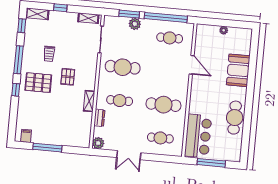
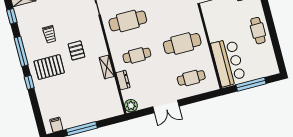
cafe table: (235, 118) -> (258, 31), width x0.73, depth x0.74

